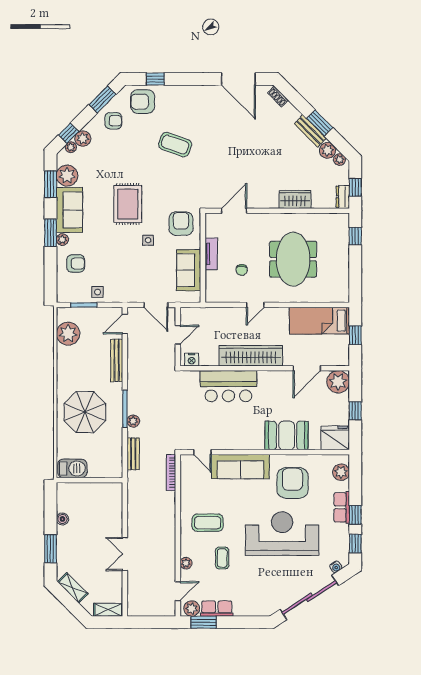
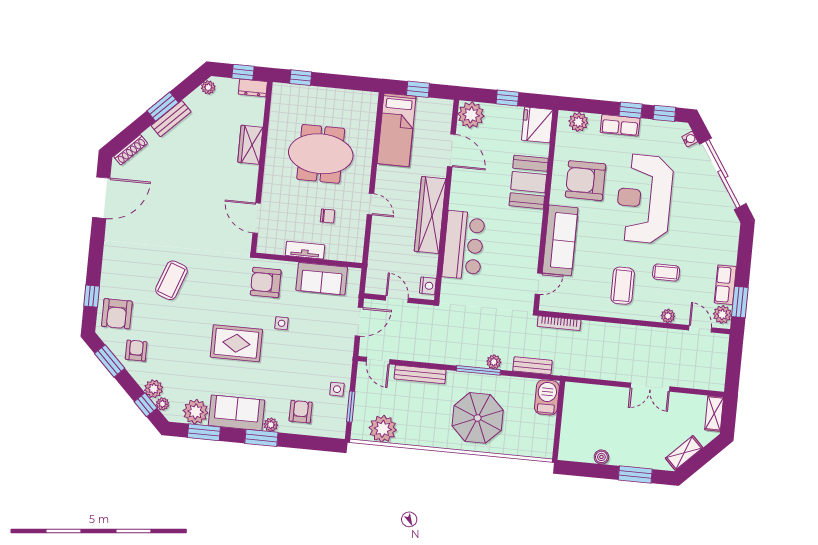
shoe rack: (278, 97) -> (131, 150), width x1.43
plant: (327, 150) -> (196, 101), removed
barbecue: (72, 468) -> (547, 397), moved

